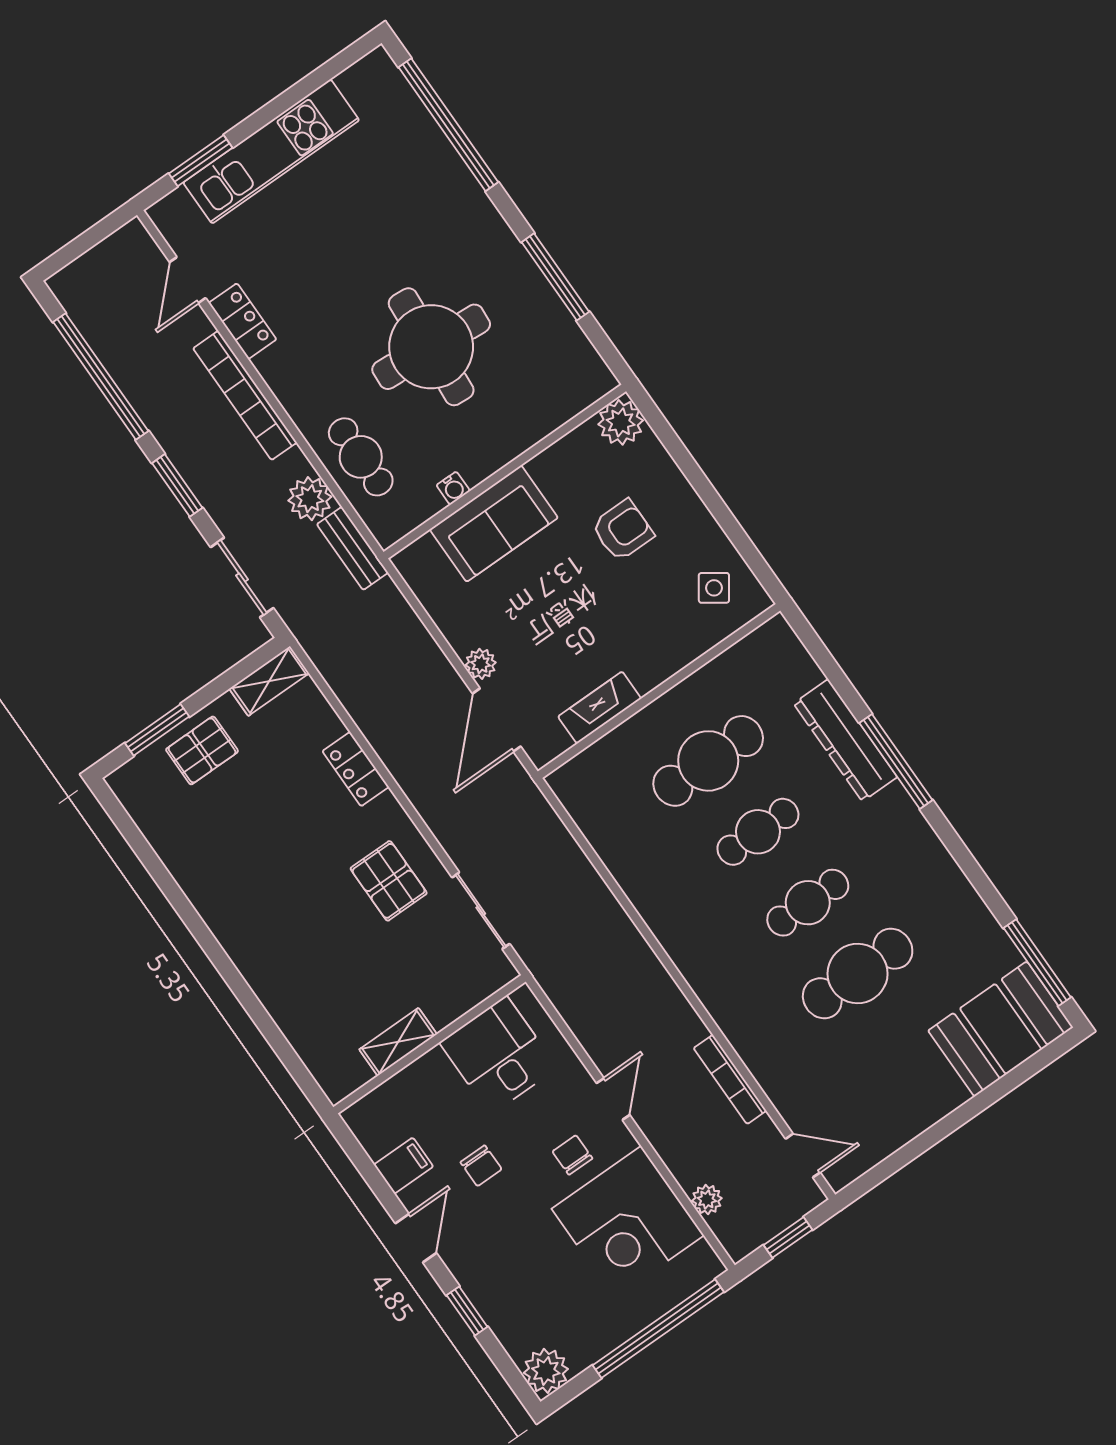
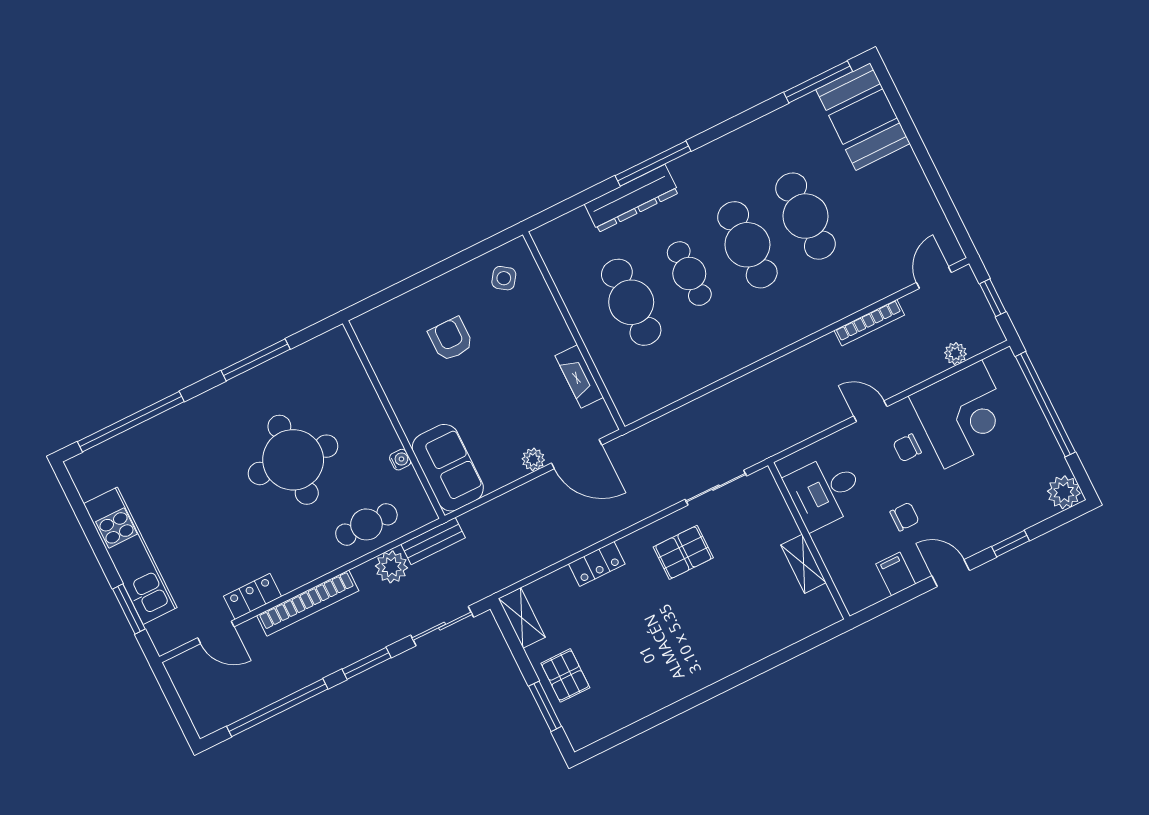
plant: (621, 422) -> (371, 328), removed
sofa: (494, 524) -> (448, 468), moved
cafe table: (808, 903) -> (747, 245), width x1.37, depth x1.35

